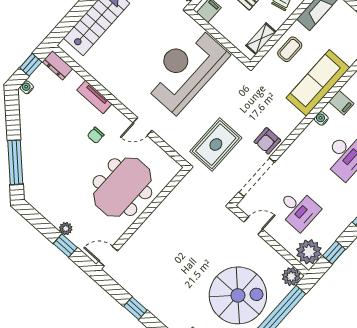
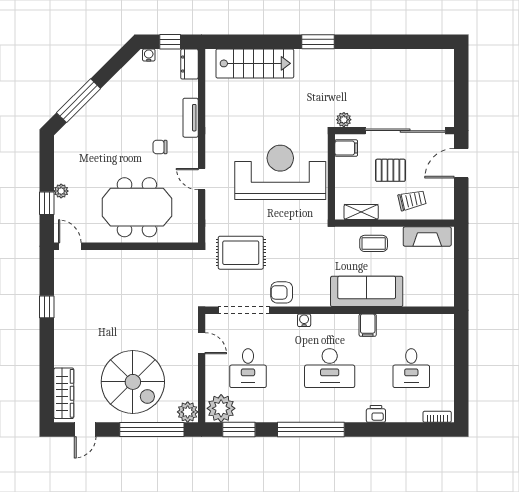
water cooler: (321, 118) -> (304, 320), moved
window: (334, 253) -> (239, 429), width x1.50

